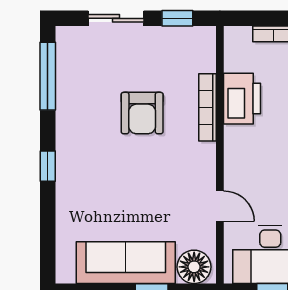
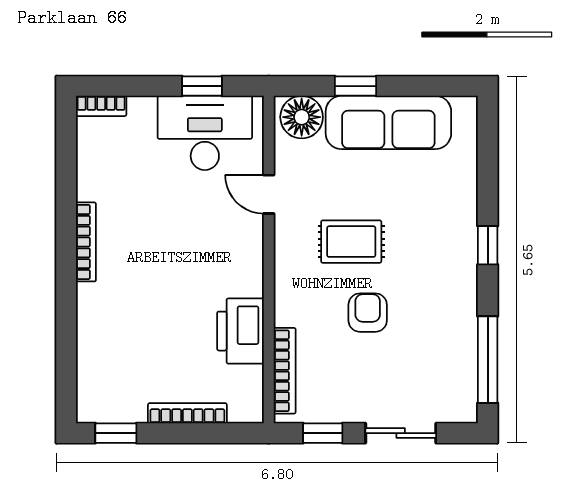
bookcase: (207, 107) -> (285, 371), moved
armchair: (142, 113) -> (368, 313), width x0.72, depth x0.72
rug: (155, 169) -> (351, 242), added

